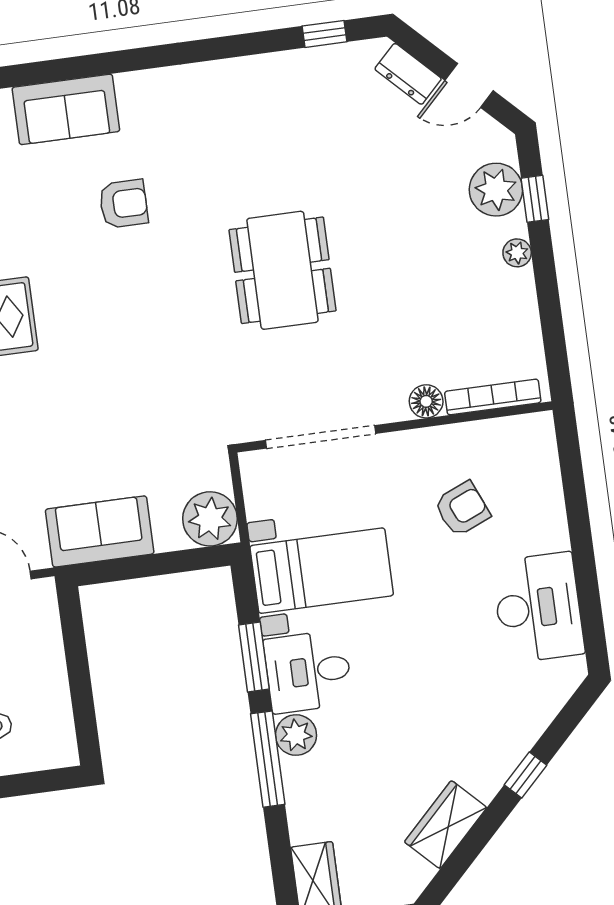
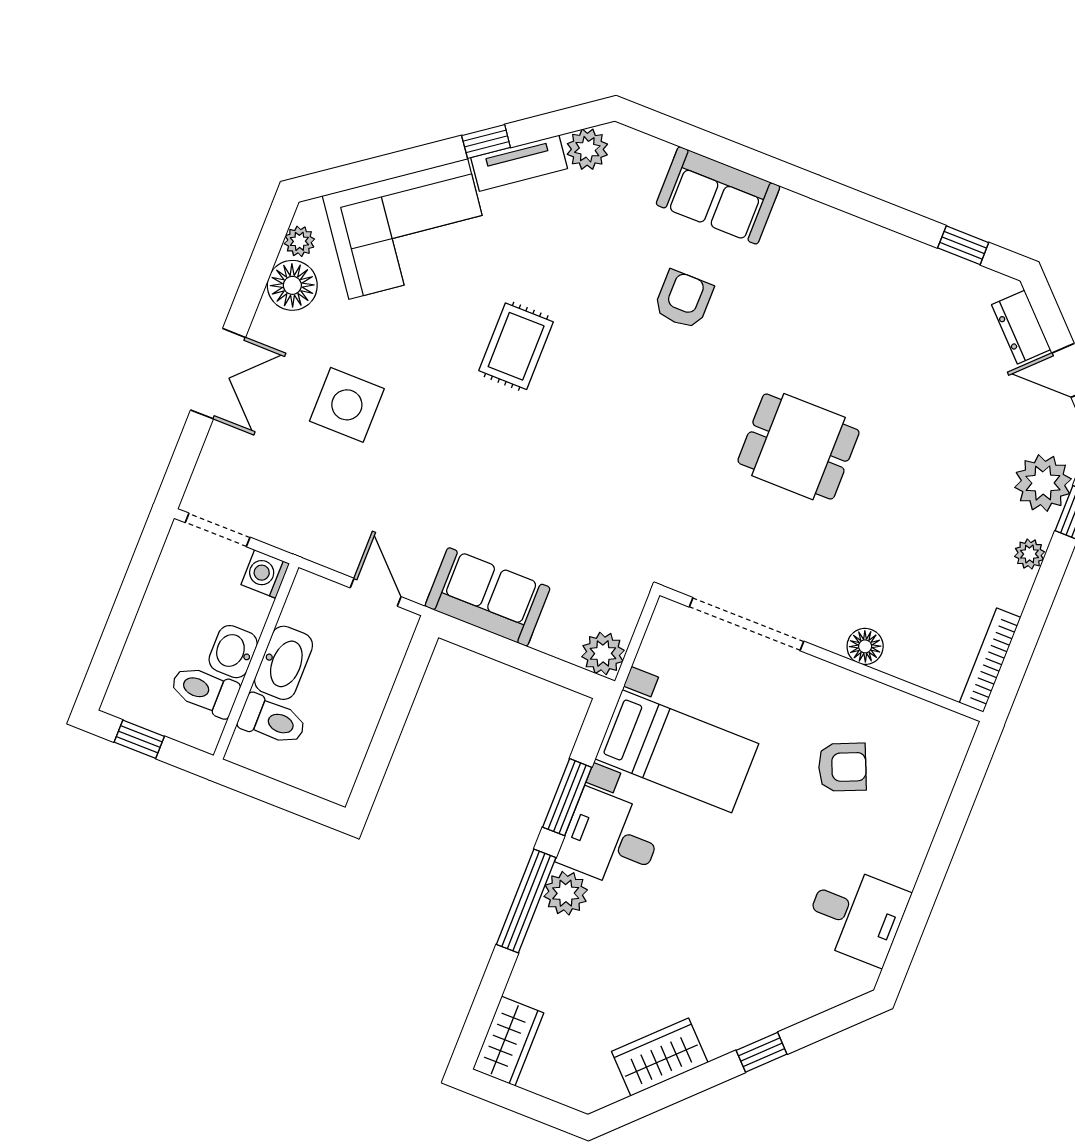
sofa: (66, 109) -> (718, 195), moved
armchair: (124, 204) -> (683, 300), turned -90
dining table: (282, 270) -> (798, 447), width x0.73
bookcase: (493, 397) -> (990, 660), moved, turned -90
plant: (210, 519) -> (603, 653), width x0.73, depth x0.73
desk: (538, 608) -> (856, 915), width x0.73

